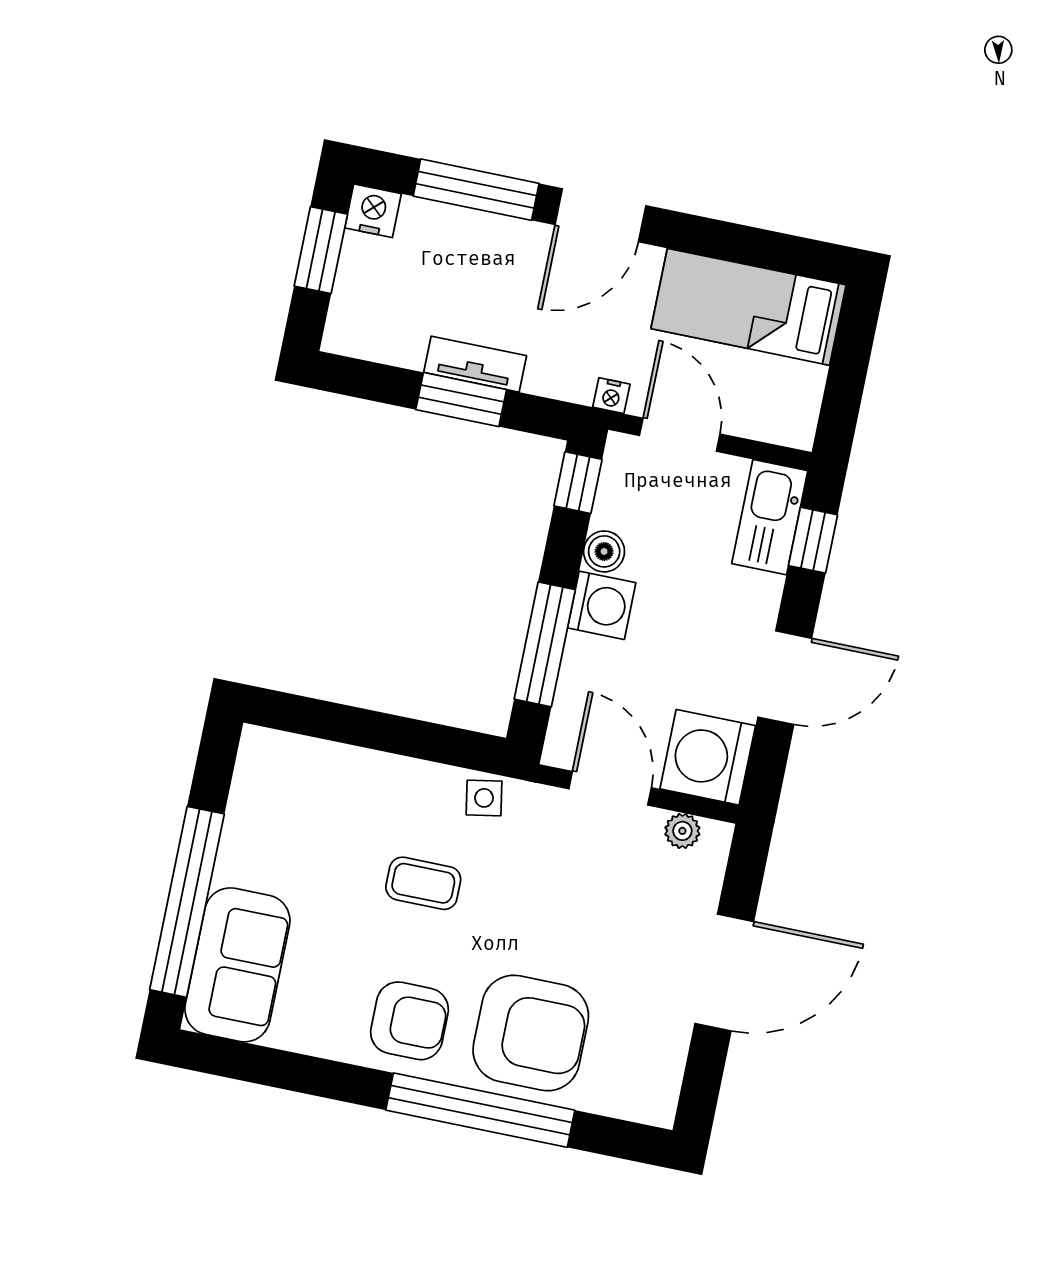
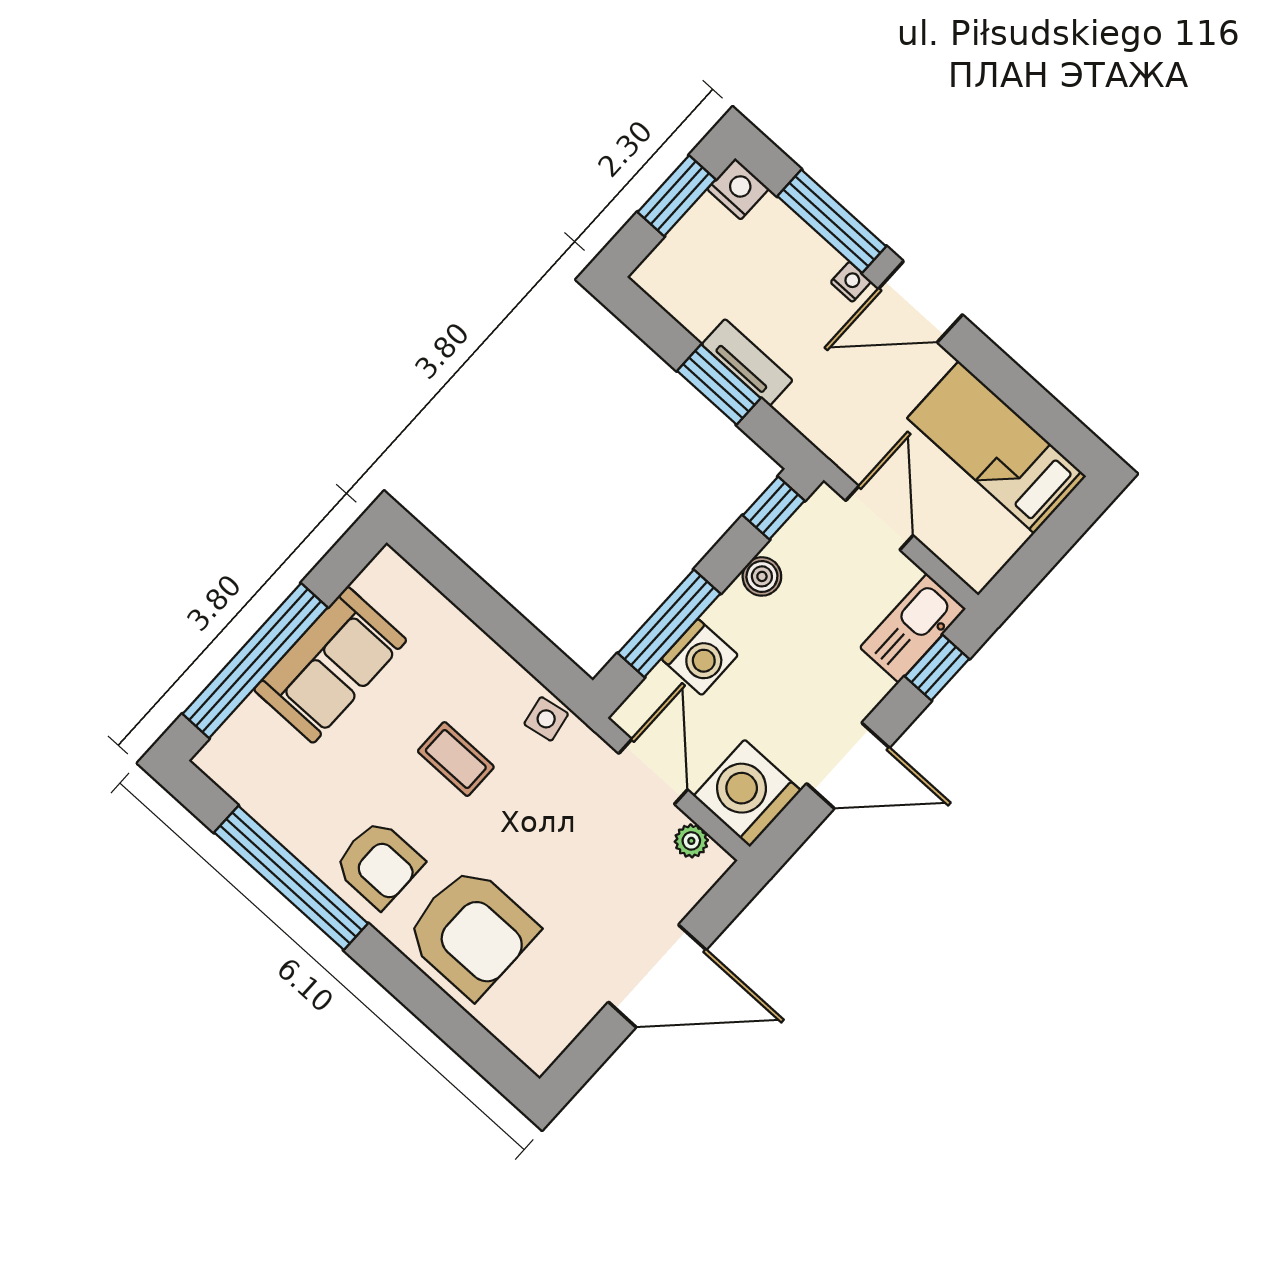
nightstand: (611, 396) -> (851, 282), moved, turned 180
washing machine: (602, 605) -> (700, 657), moved
sofa: (237, 965) -> (330, 665), moved
window: (480, 1110) -> (291, 878), moved

